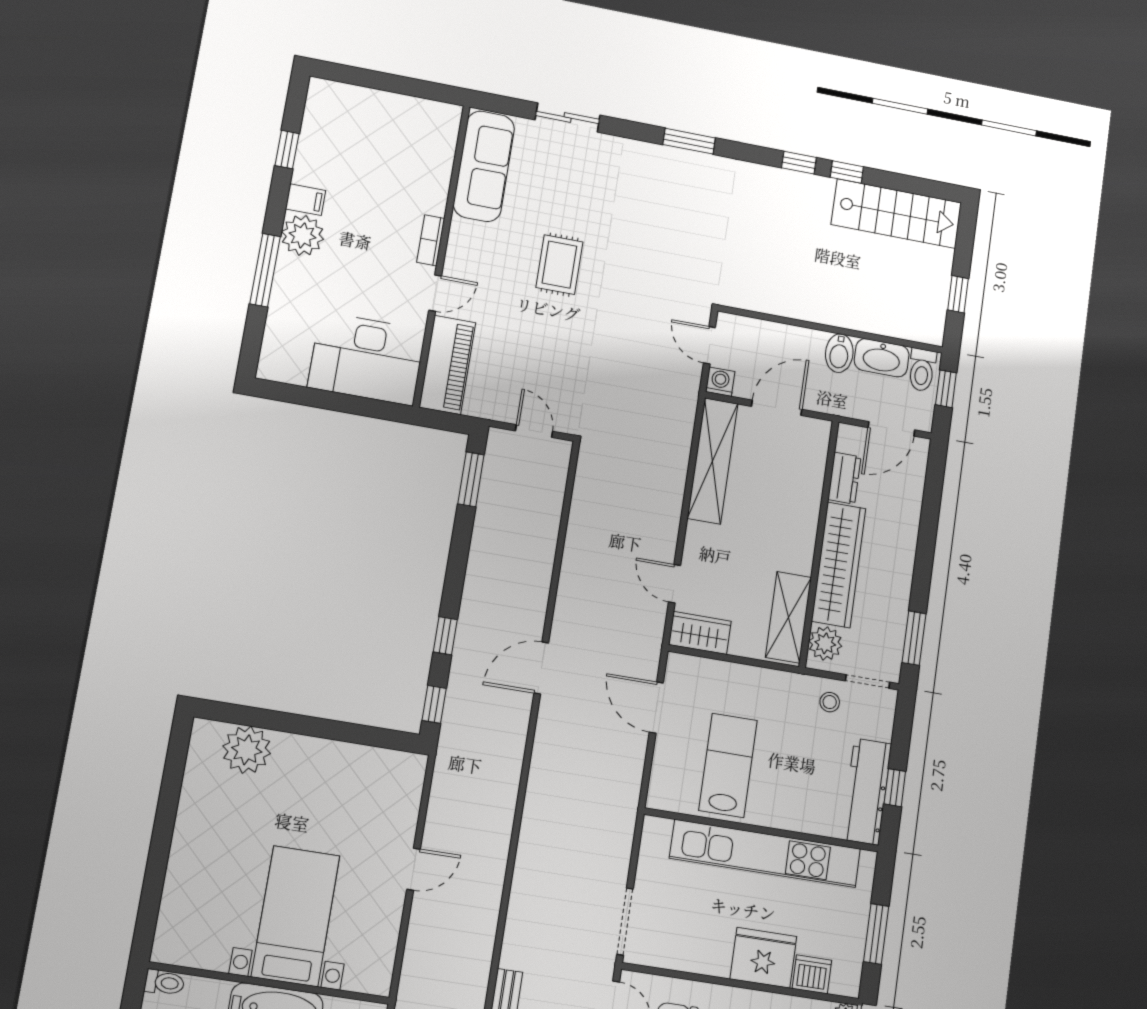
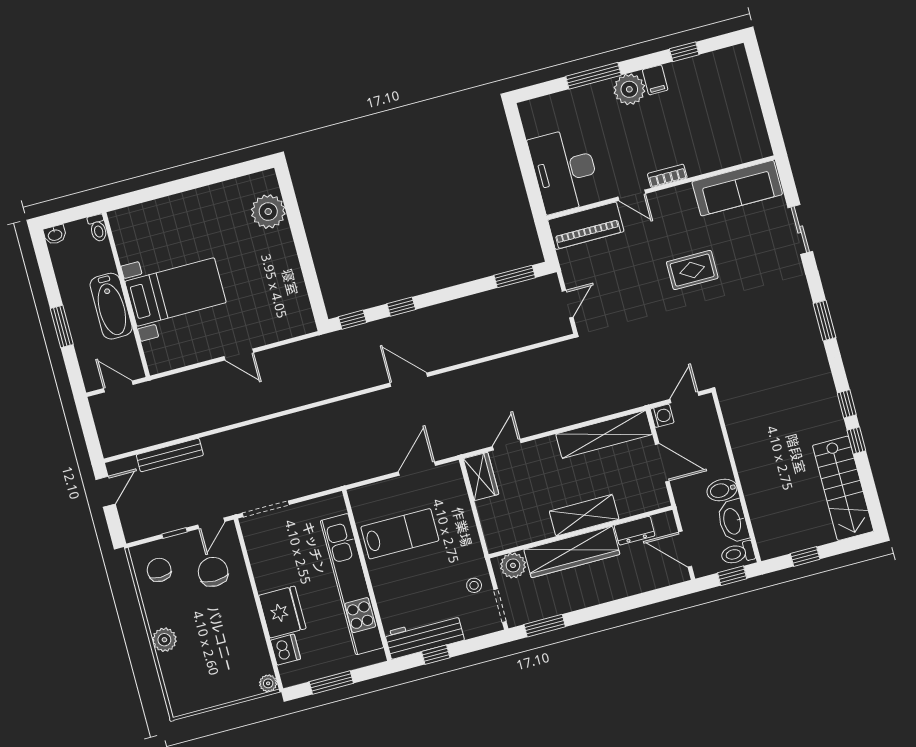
shelving: (788, 617) -> (584, 515), moved

